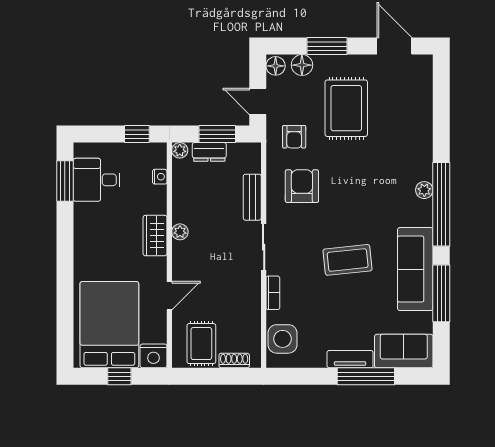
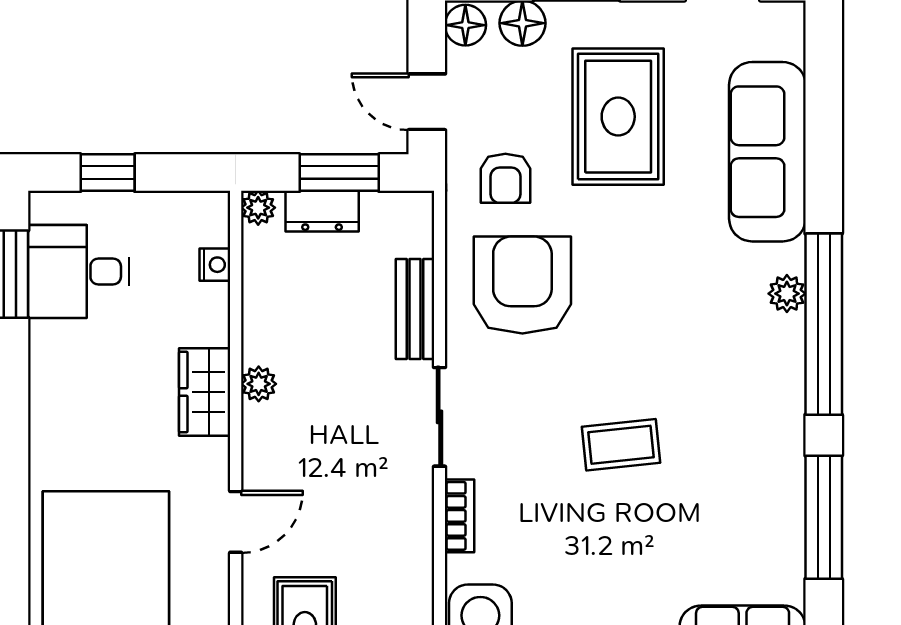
window: (137, 134) -> (108, 173), moved
armchair: (302, 186) -> (522, 285), width x1.36, depth x1.36
coffee table: (348, 260) -> (621, 445), width x0.73, depth x0.77
sofa: (415, 269) -> (767, 152), moved

